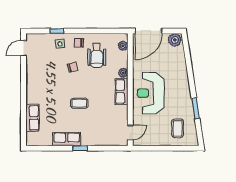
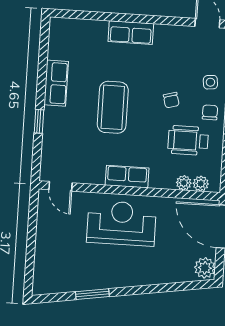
plant: (123, 73) -> (184, 183), moved
coffee table: (79, 103) -> (113, 107), width x1.86, depth x1.72
row of seats: (32, 118) -> (131, 33), moved
coffee table: (178, 128) -> (62, 263), removed
window: (80, 148) -> (39, 121), moved

